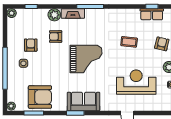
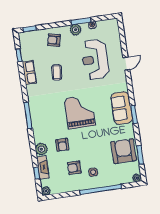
fireplace: (73, 14) -> (43, 167), moved
row of seats: (152, 14) -> (29, 72), moved

